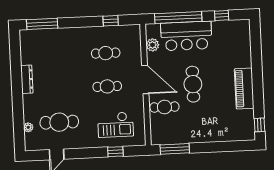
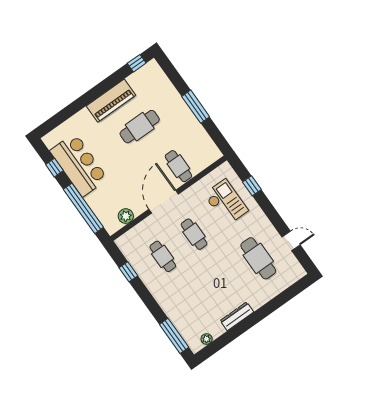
bar counter: (186, 36) -> (79, 165), moved
cafe table: (193, 84) -> (140, 127), moved
plant: (28, 127) -> (207, 339), moved
window: (175, 149) -> (196, 107), moved

